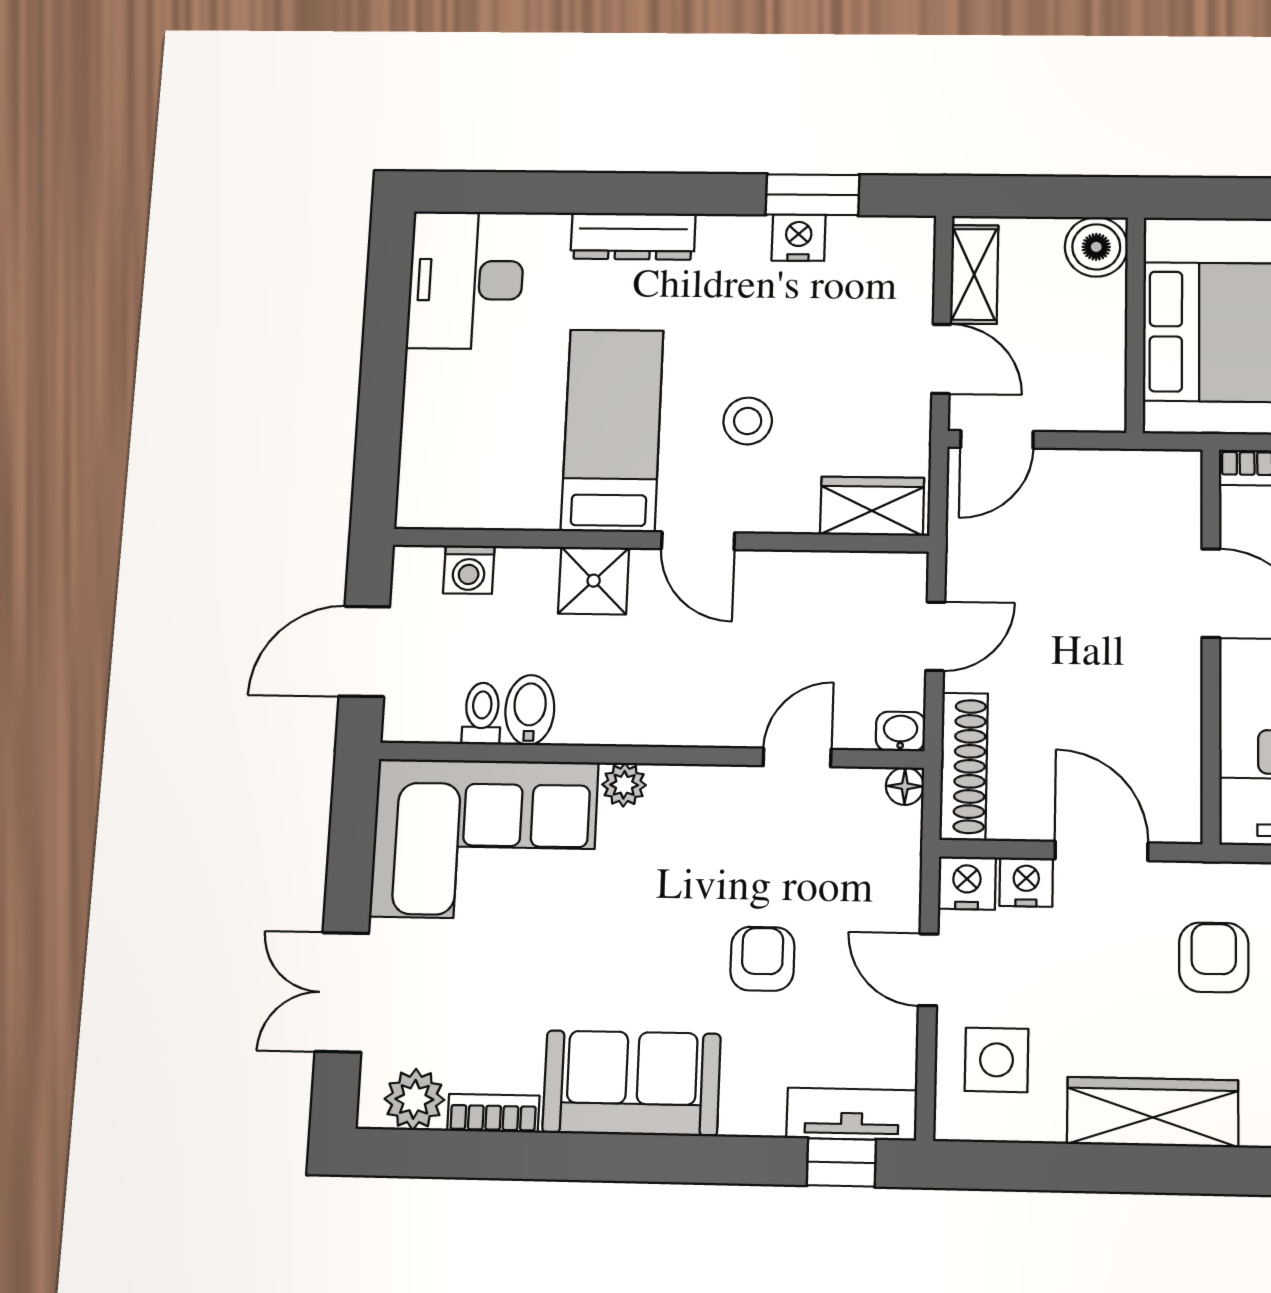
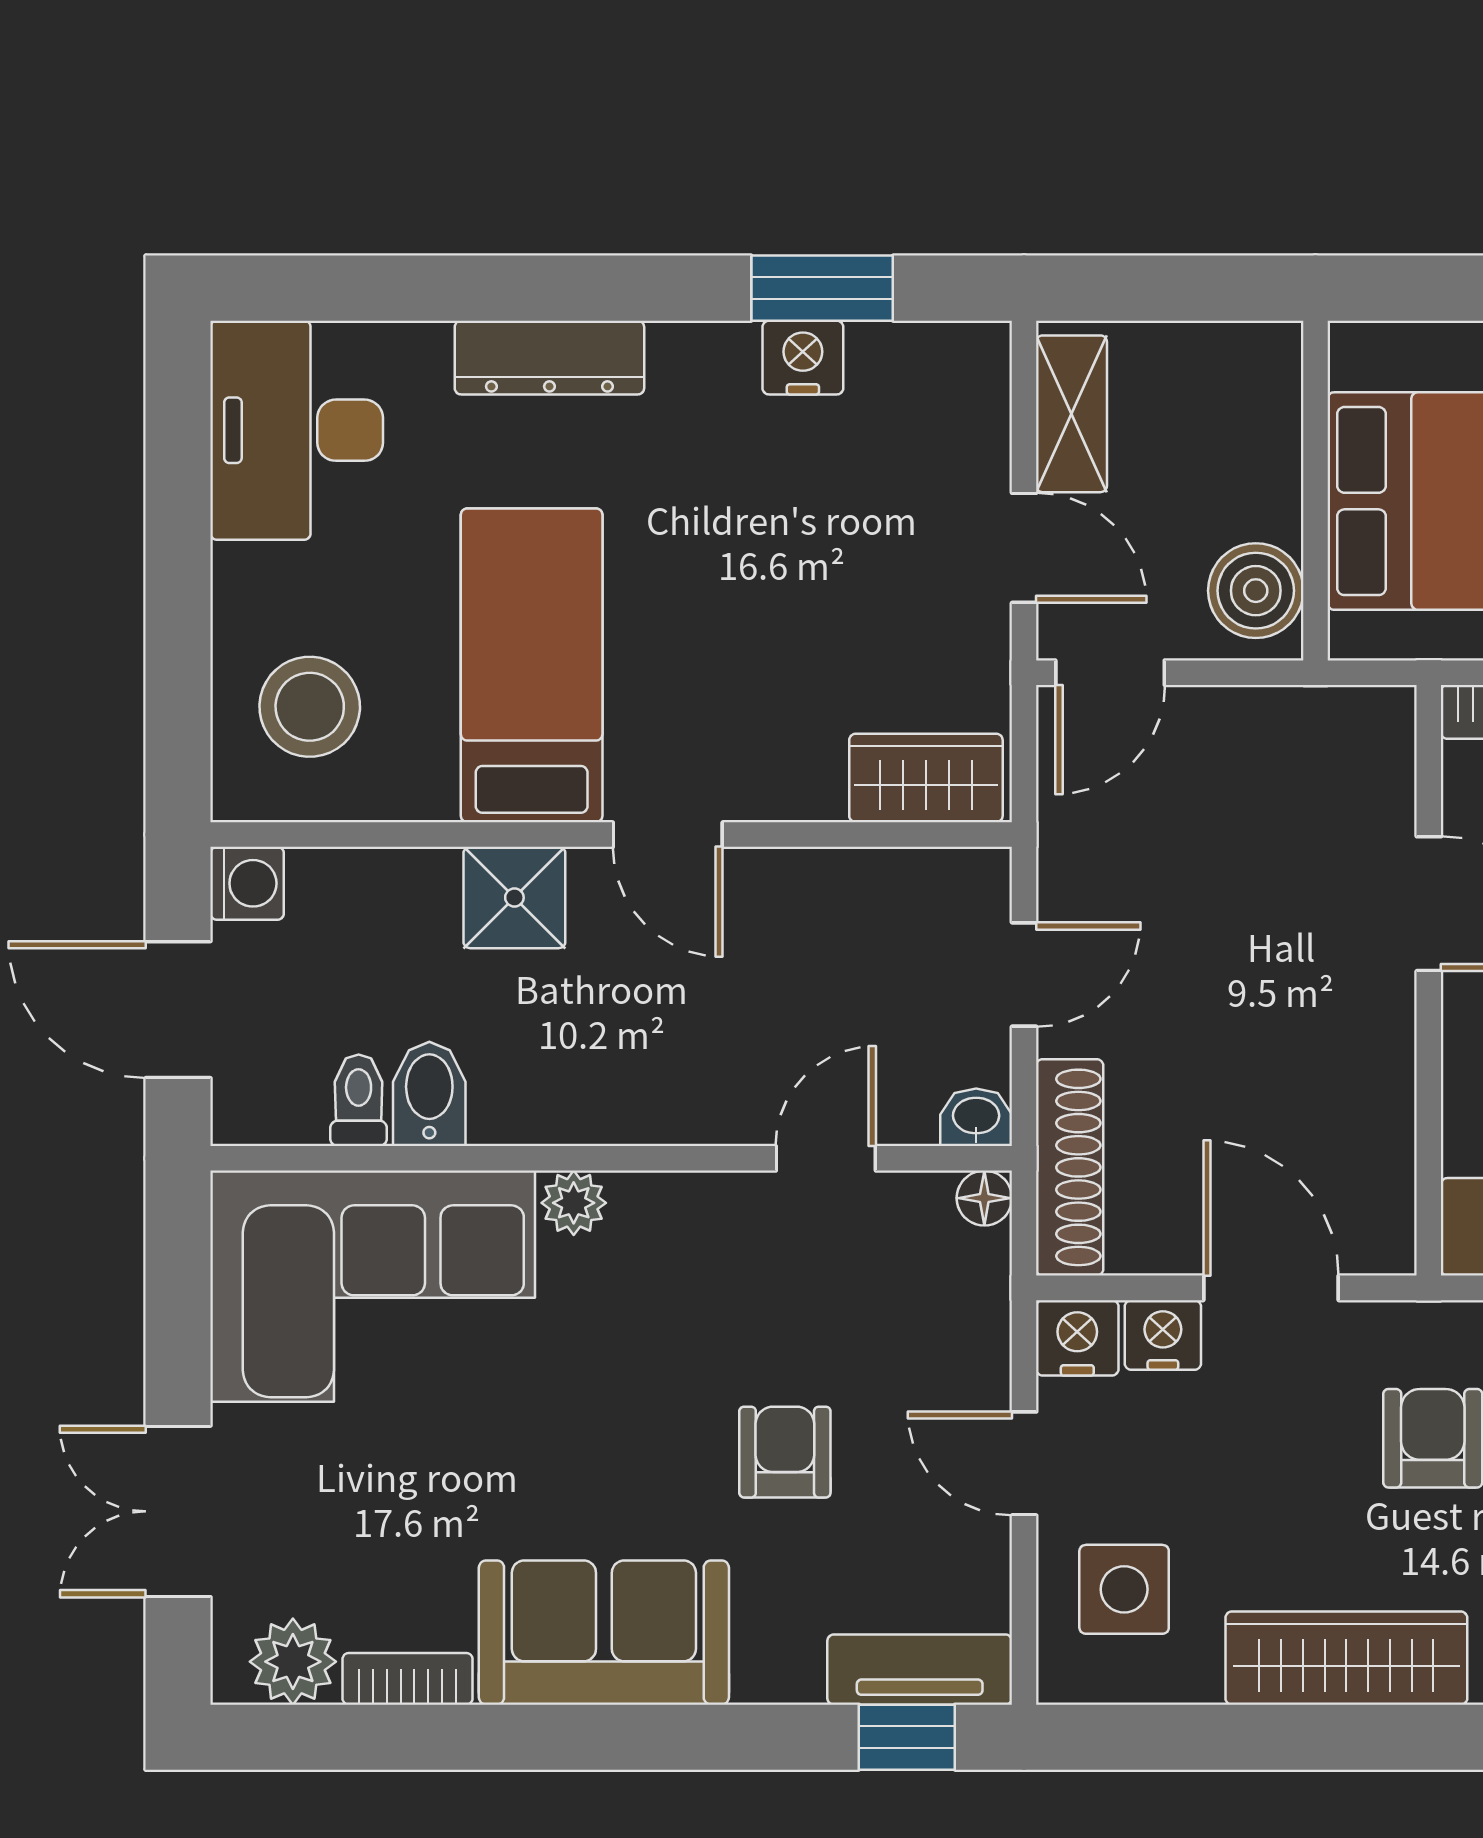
boiler: (1096, 247) -> (1256, 591), moved
stool: (748, 421) -> (310, 707), moved, width x1.38, depth x1.38
washing machine: (469, 570) -> (247, 883), moved, turned -90
door: (364, 651) -> (178, 1010), hinge flipped

